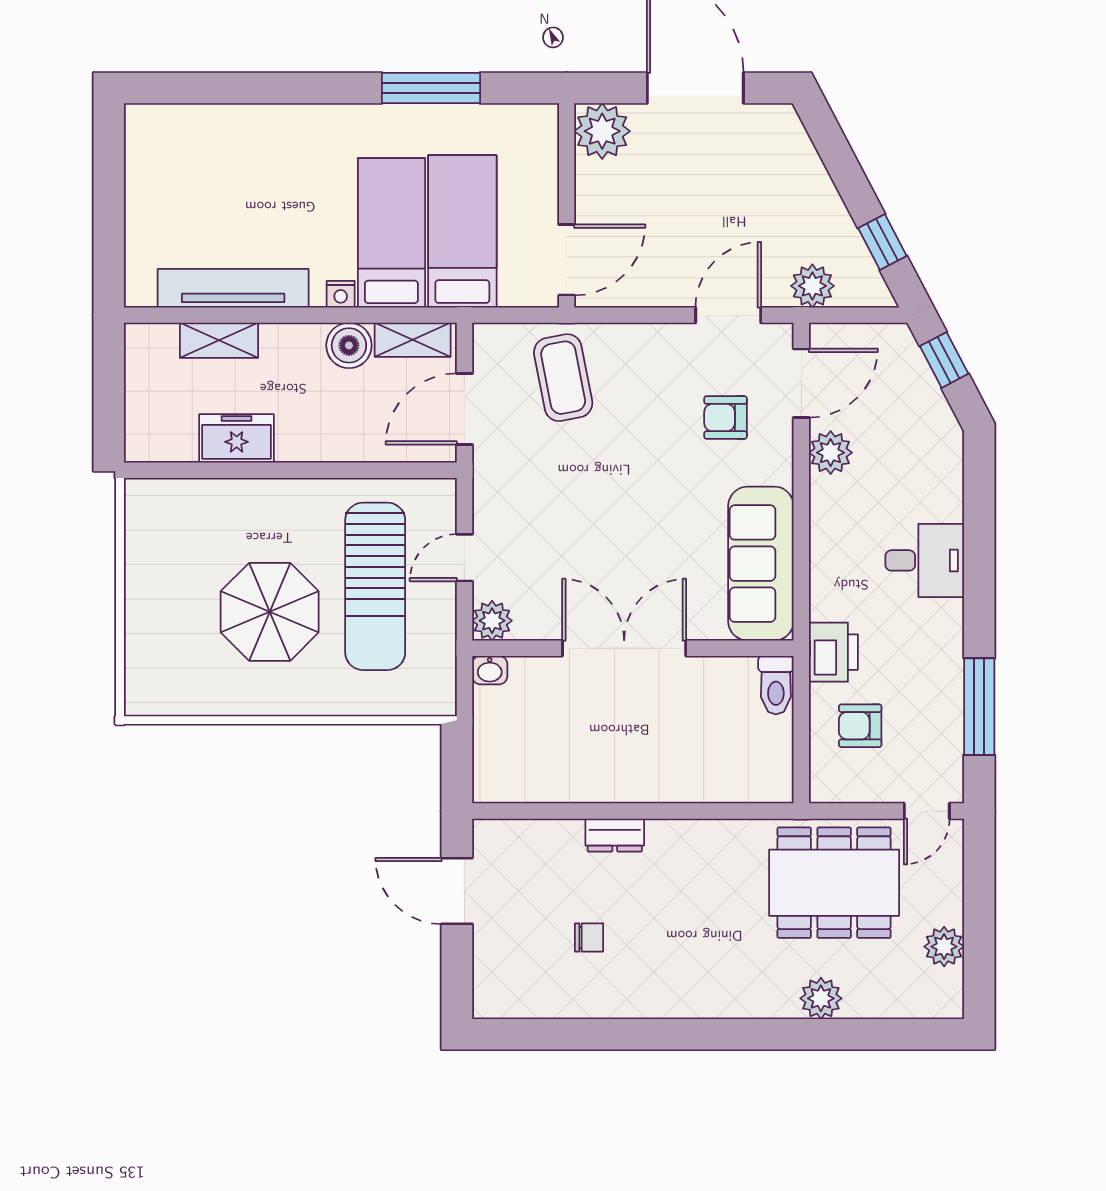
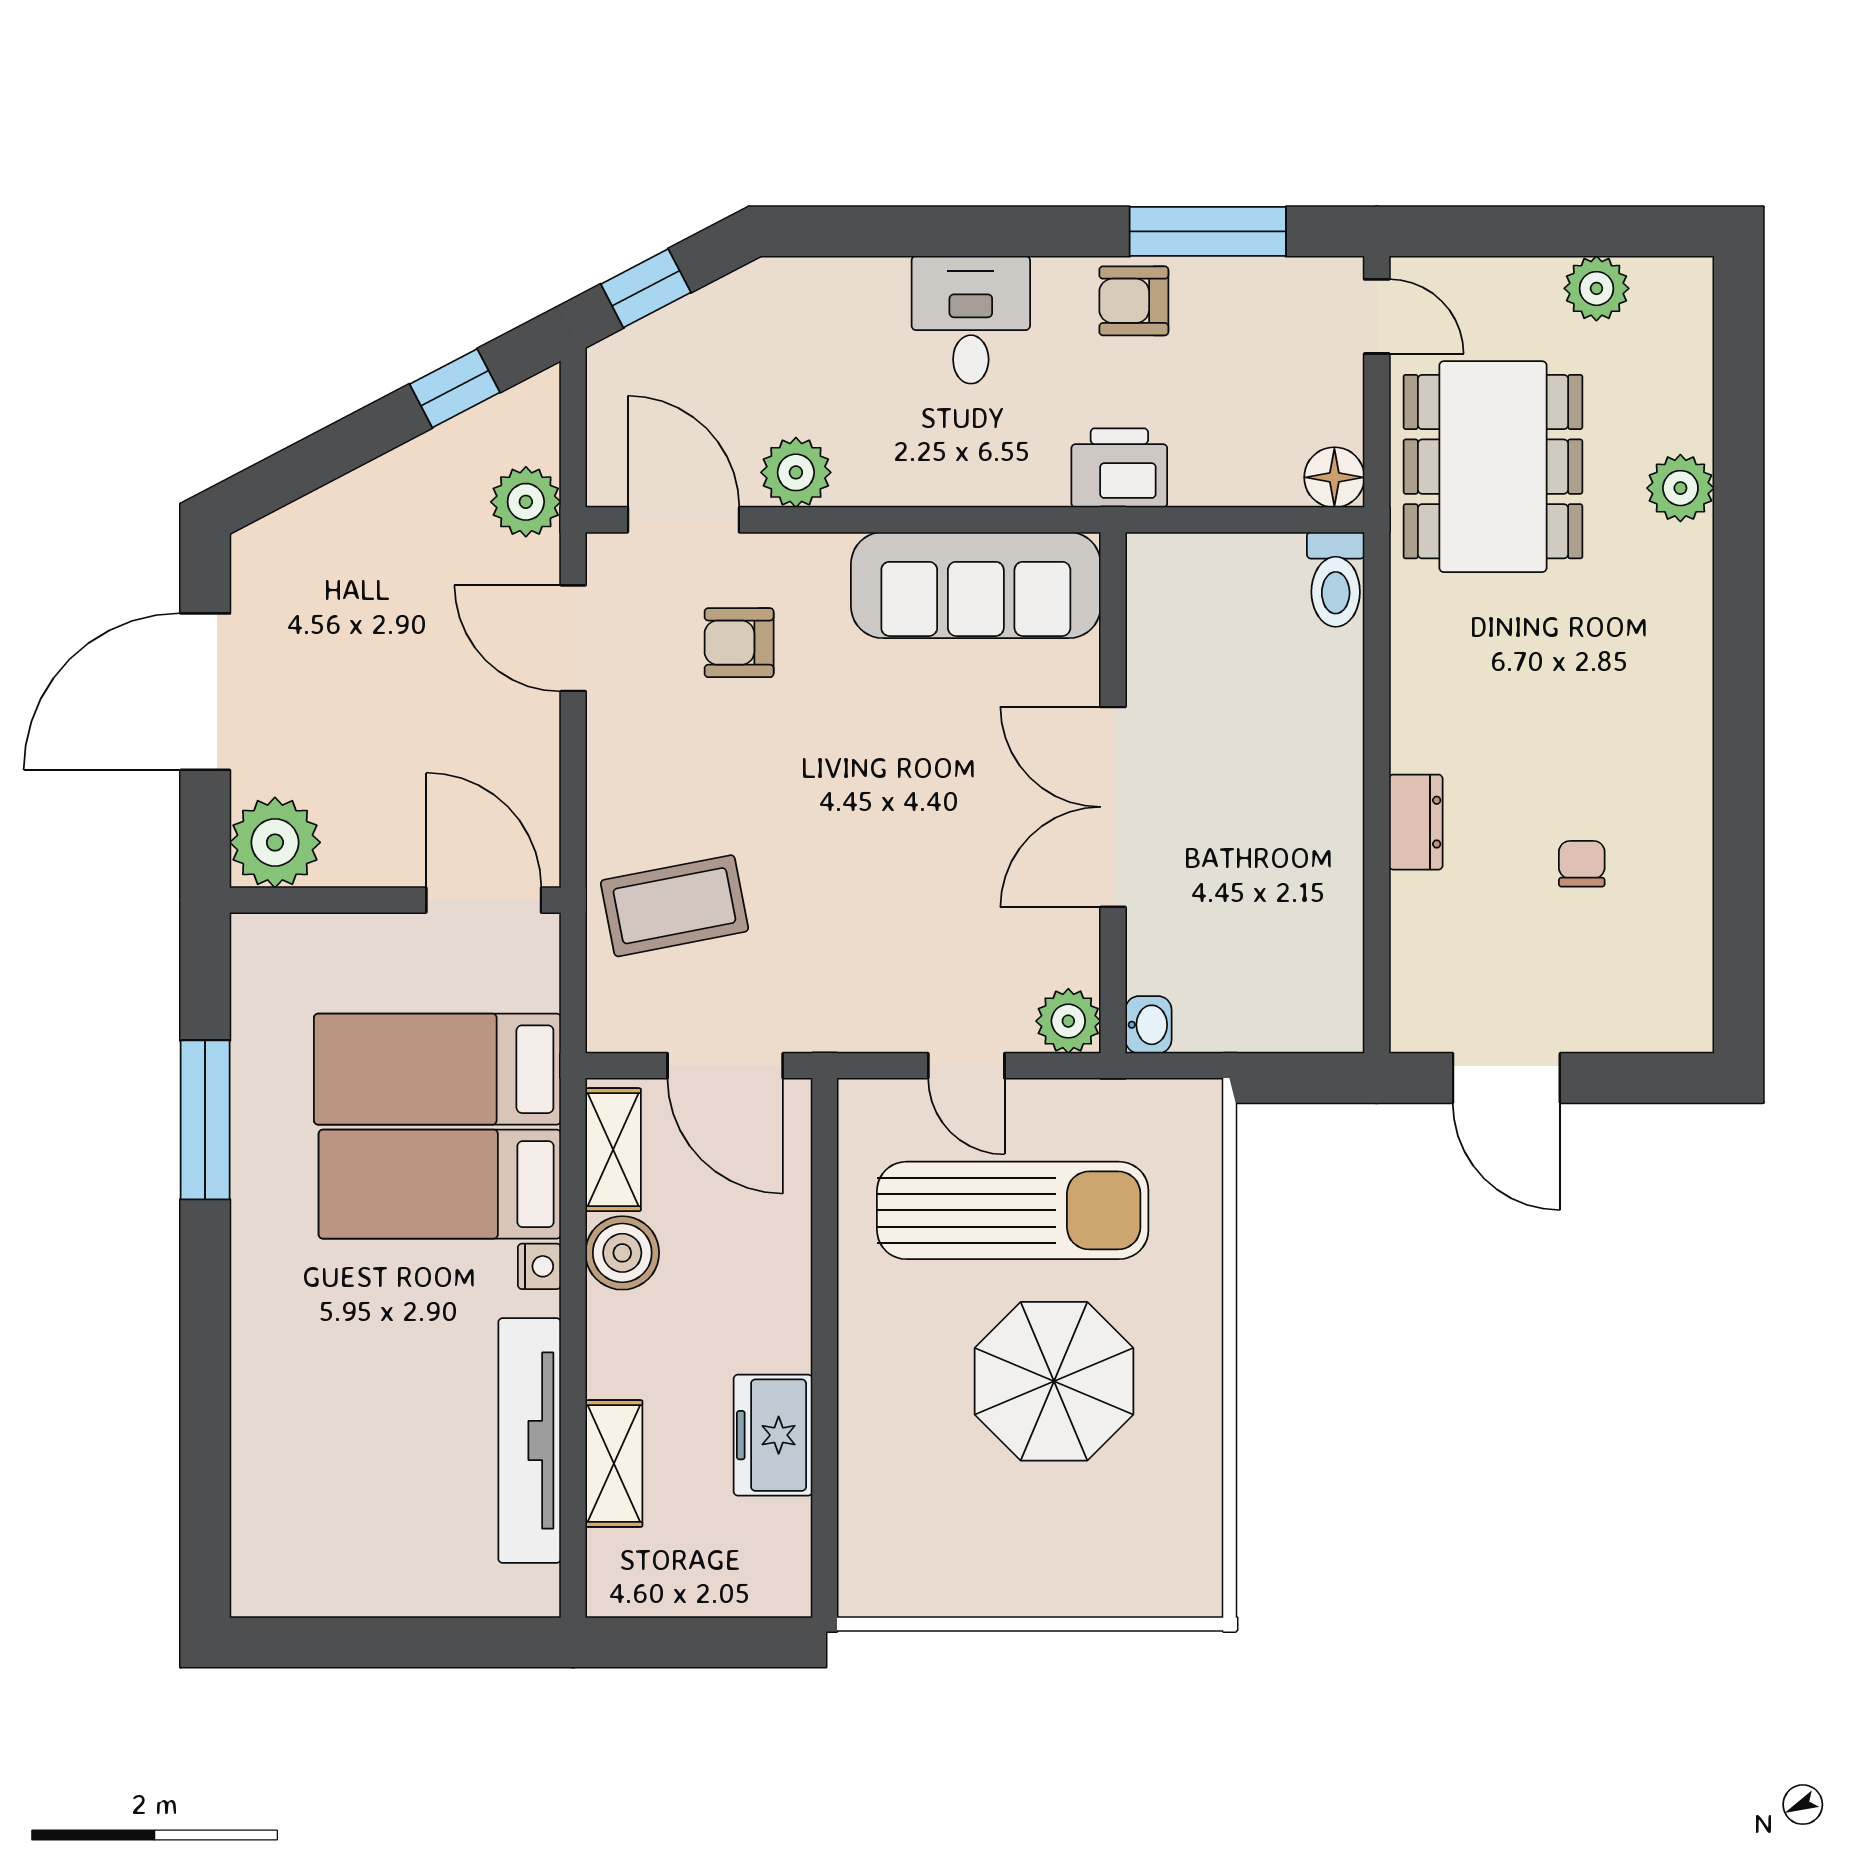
armchair: (725, 418) -> (739, 643), turned 90
toilet: (776, 685) -> (1336, 579), moved, turned 90
armchair: (860, 726) -> (1134, 301), moved, turned 90
floor lamp: (827, 785) -> (1334, 477), added
door: (457, 891) -> (1506, 1078), hinge flipped

